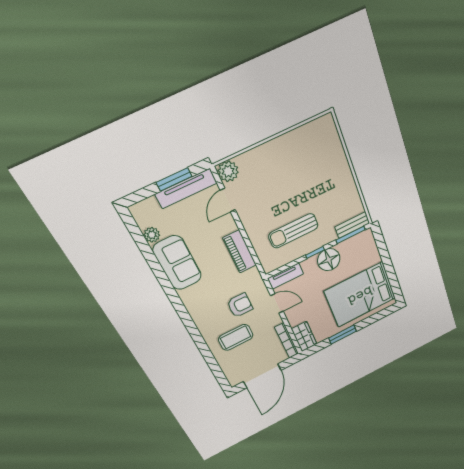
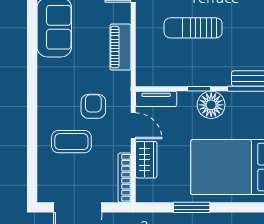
sun lounger: (293, 231) -> (193, 28), moved
armchair: (240, 305) -> (93, 106), turned -90
wardrobe: (304, 337) -> (146, 160), moved

